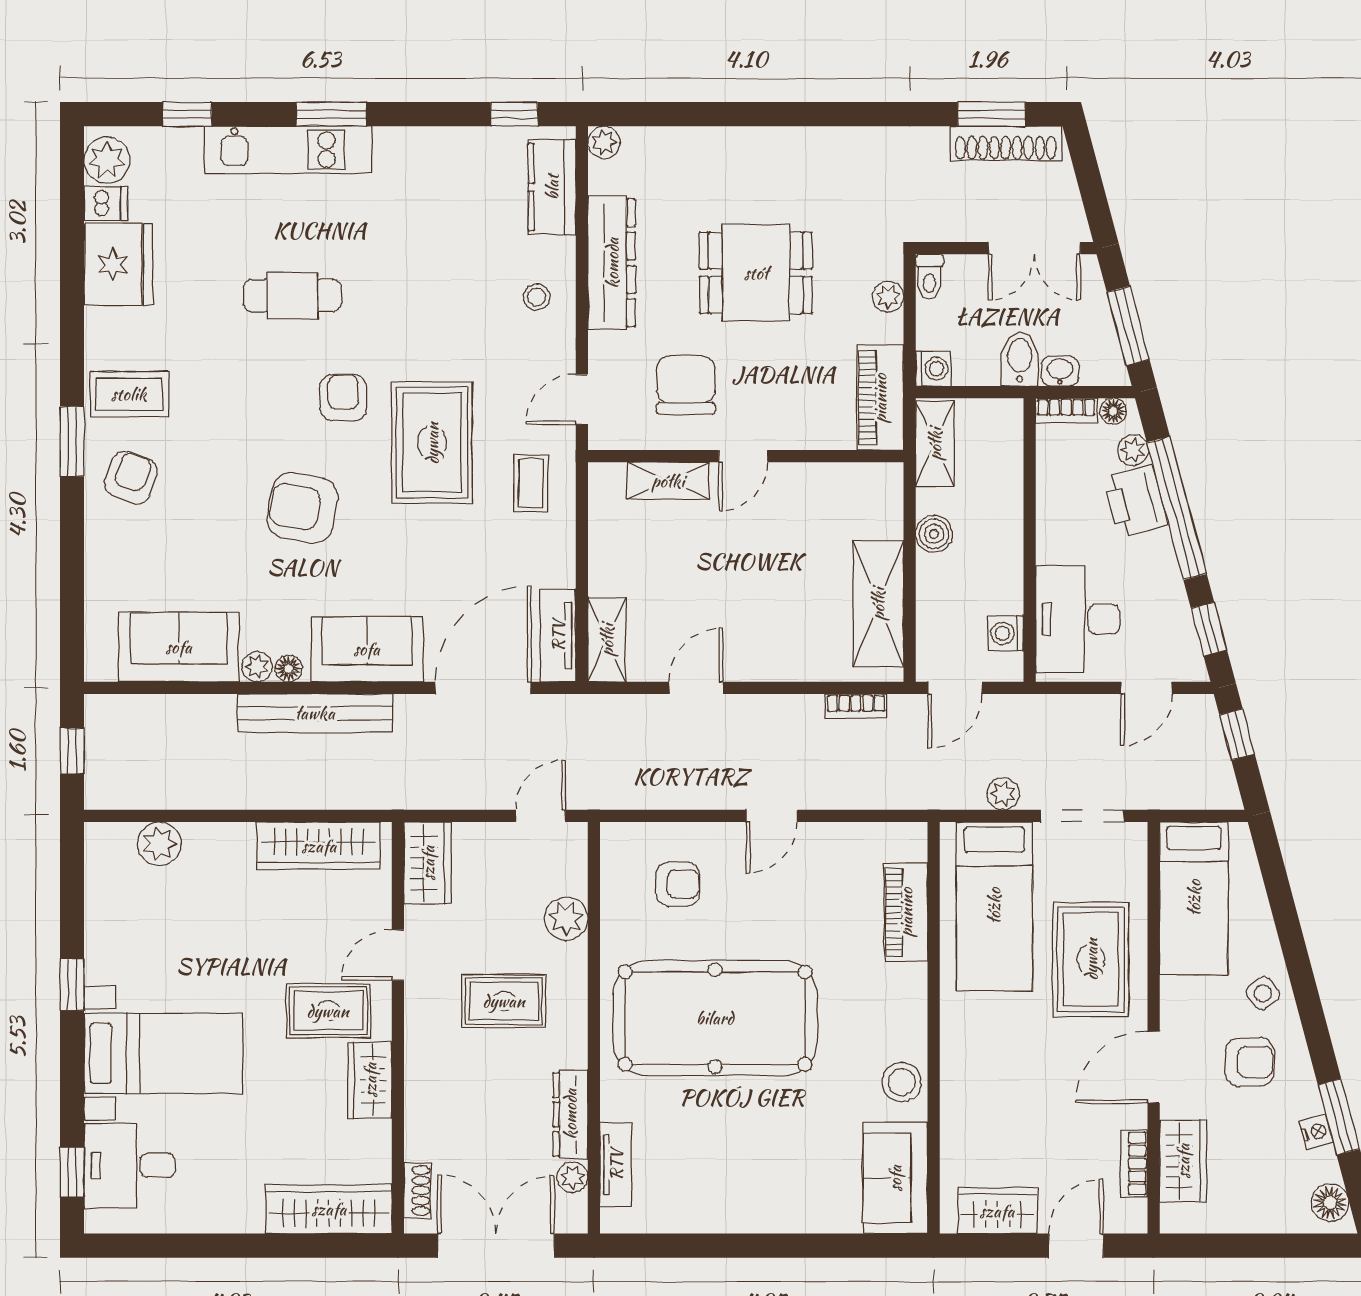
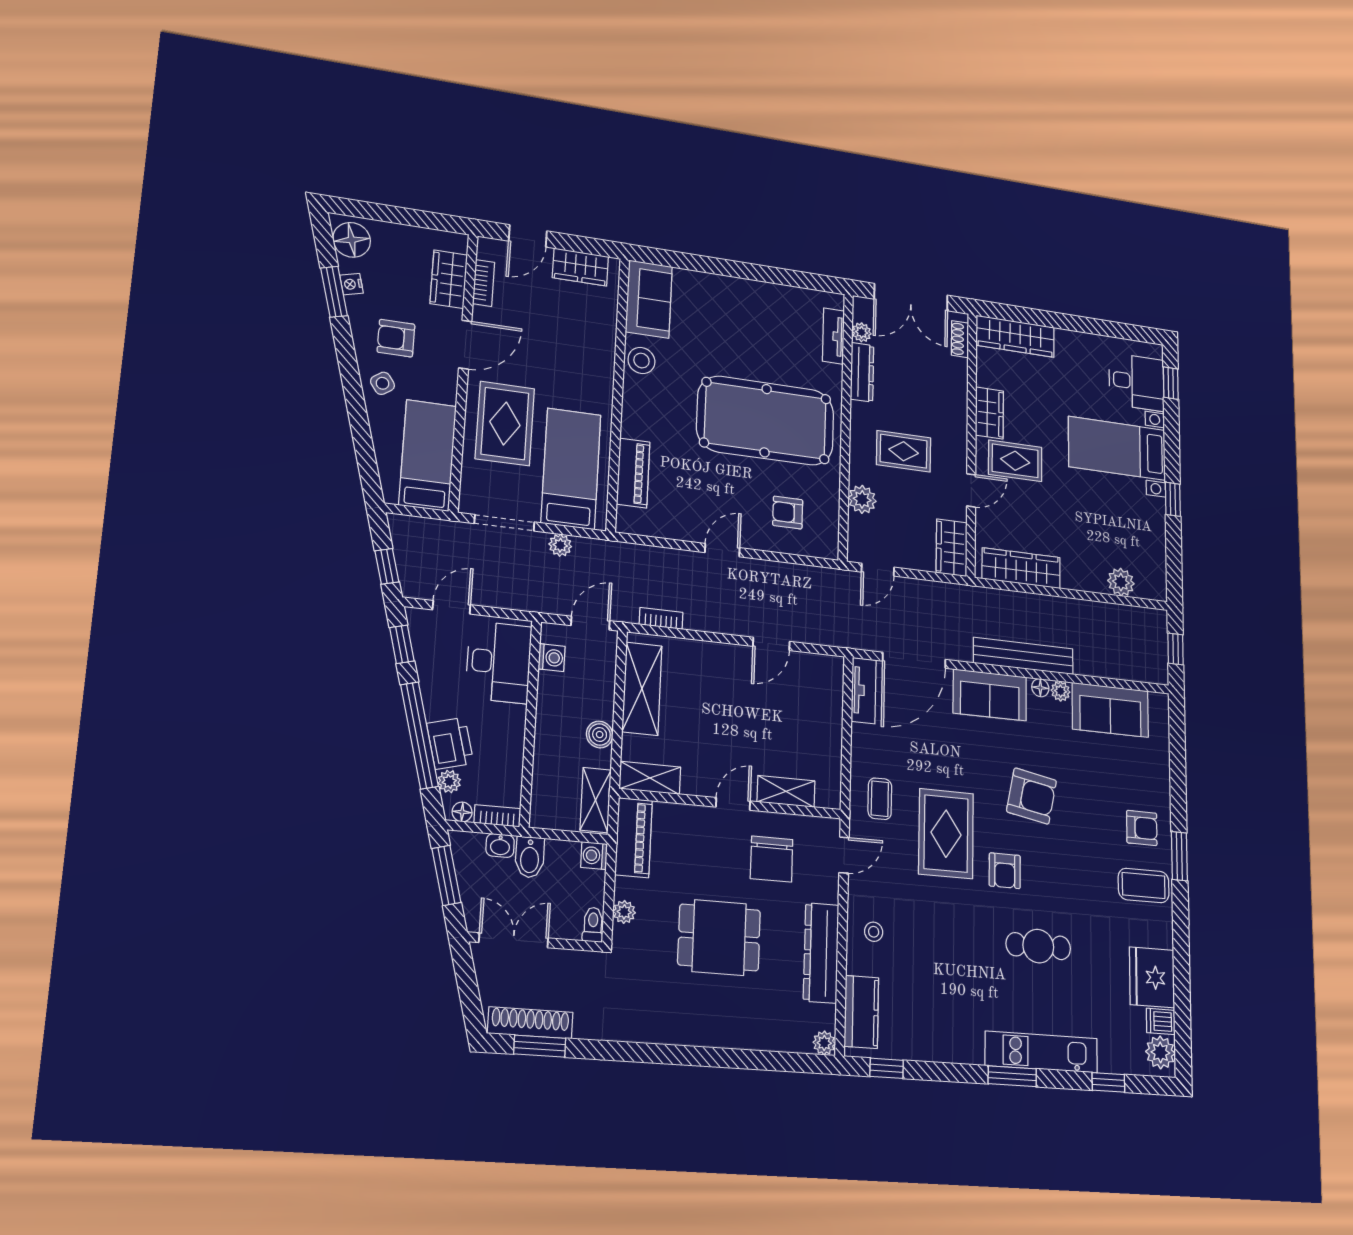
armchair: (131, 477) -> (1142, 828), turned -111
shelving: (607, 640) -> (650, 778), moved, turned 90
floor lamp: (1330, 1203) -> (352, 240), width x1.38, depth x1.38

